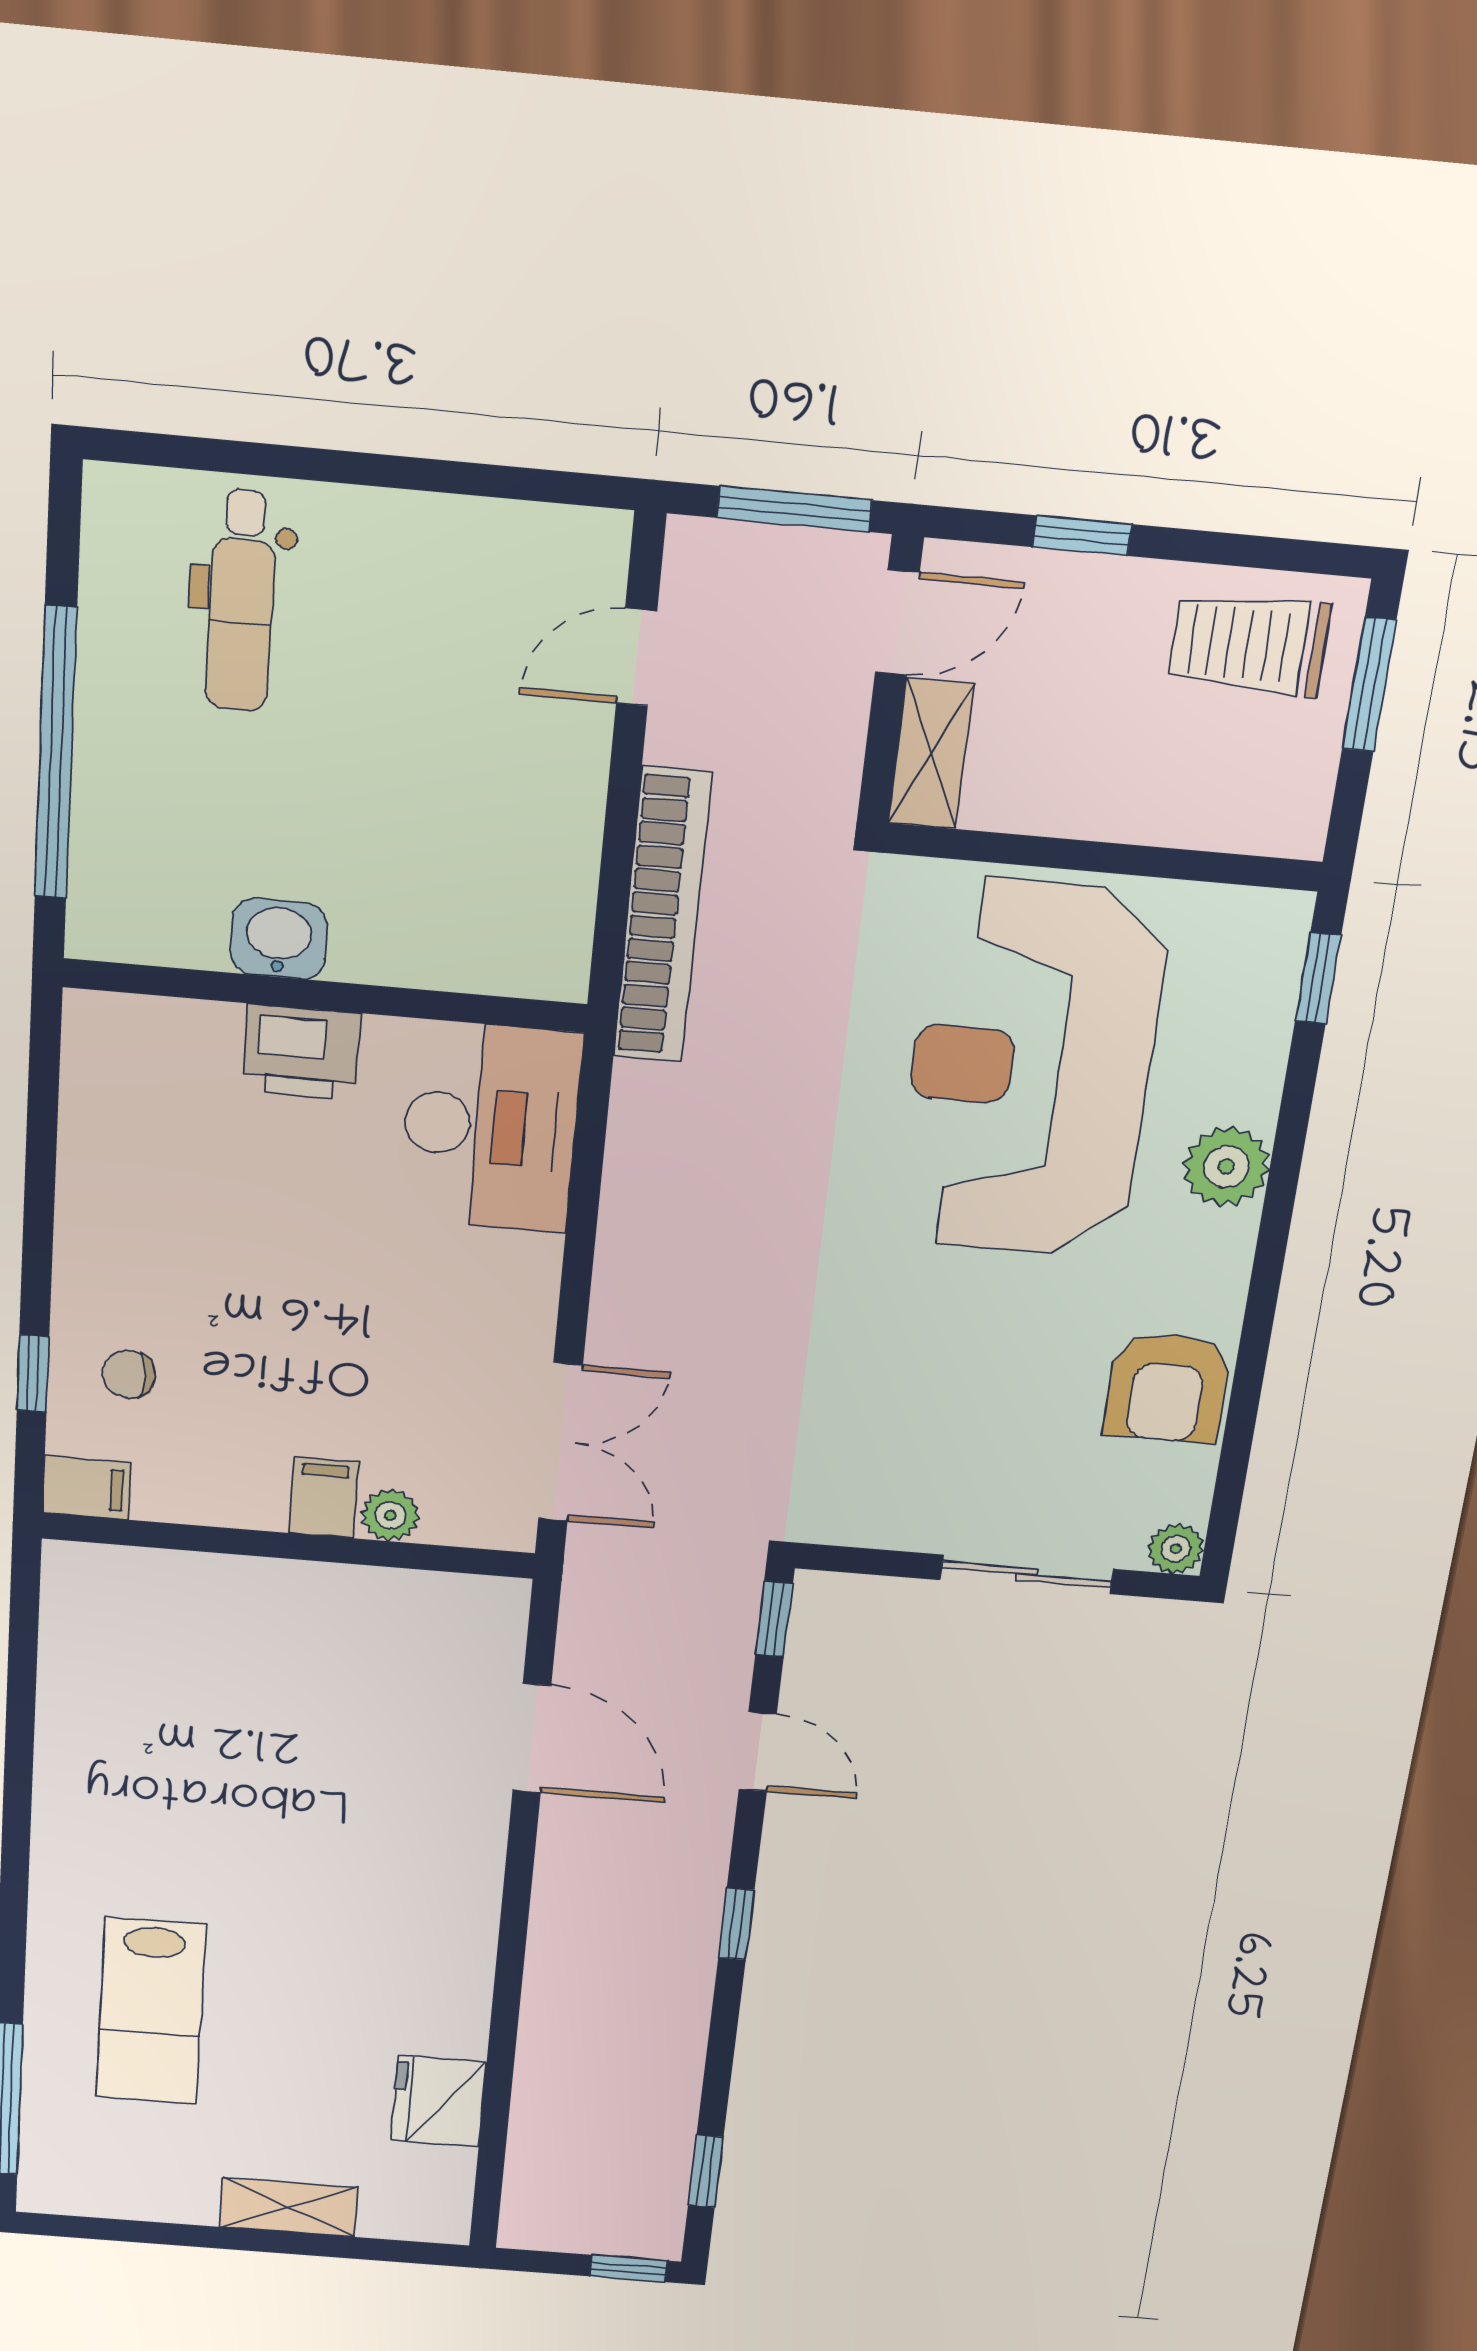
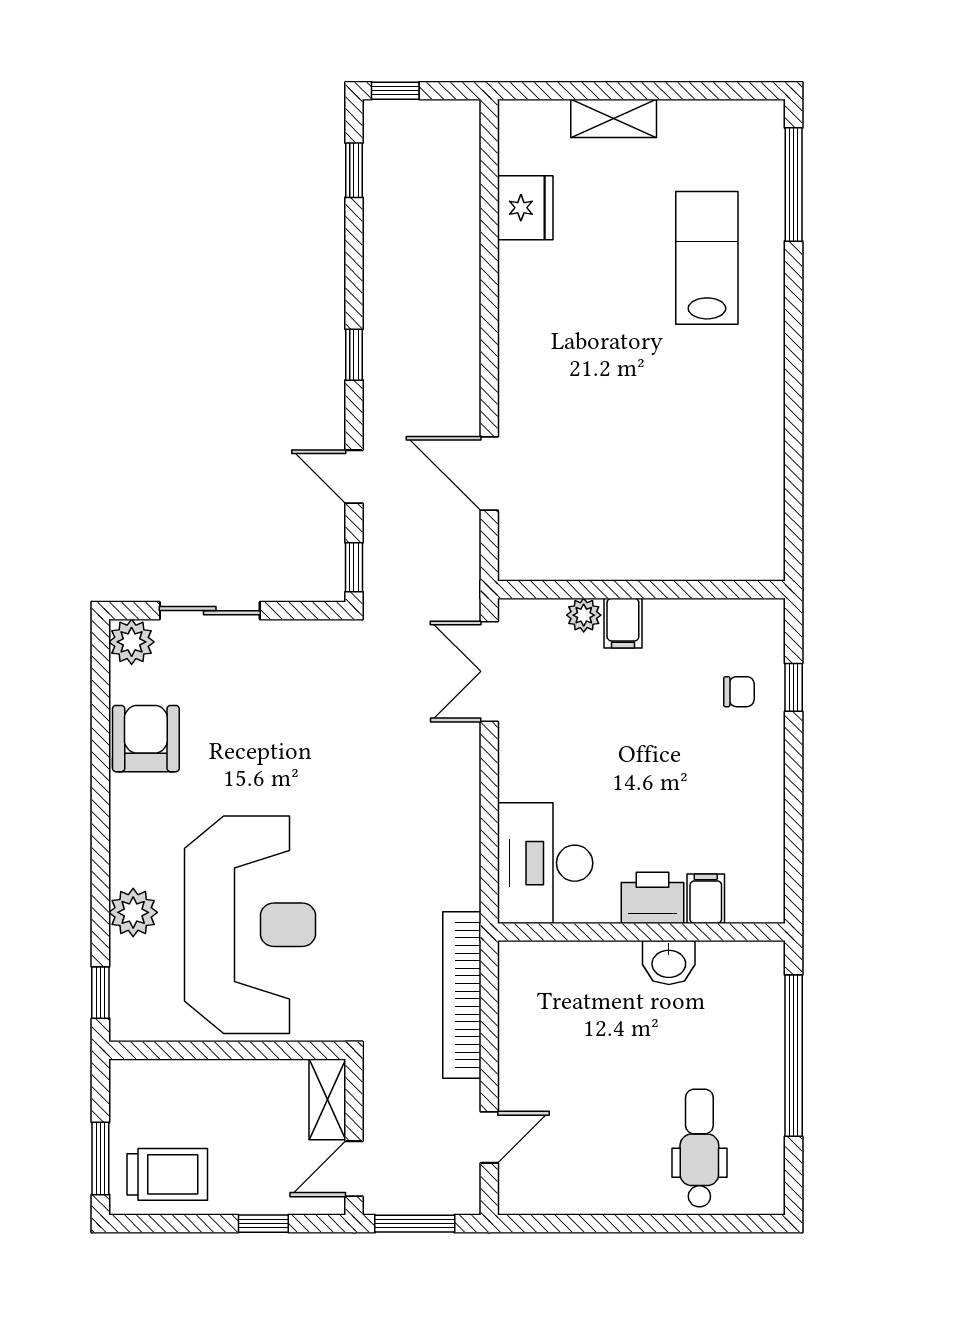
plant: (1226, 1167) -> (133, 912), moved
filing cabinet: (87, 1488) -> (706, 899), moved, turned 90
plant: (1176, 1549) -> (132, 642), width x1.38, depth x1.38

